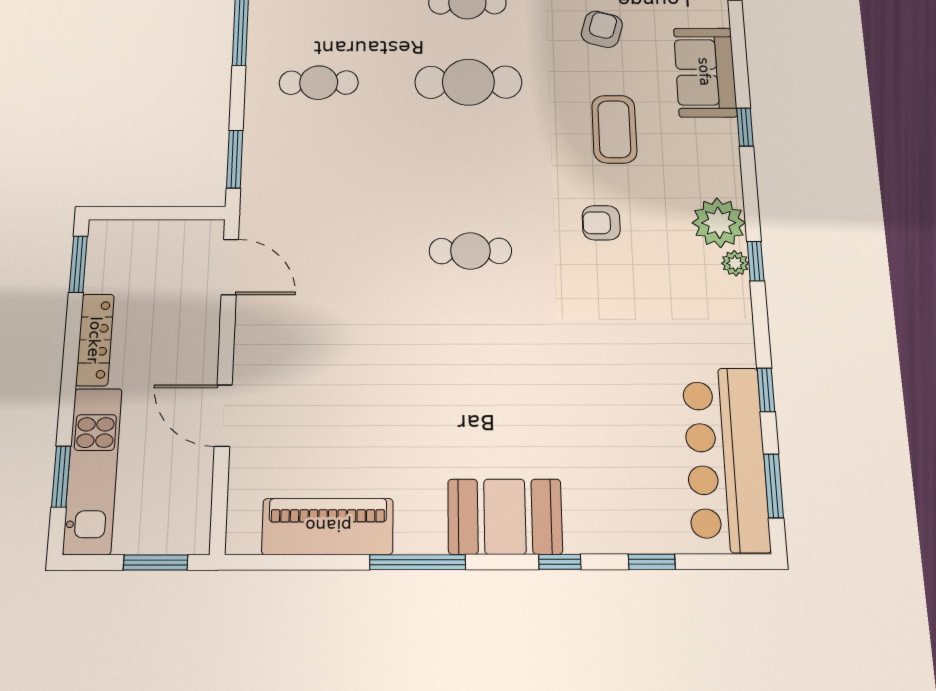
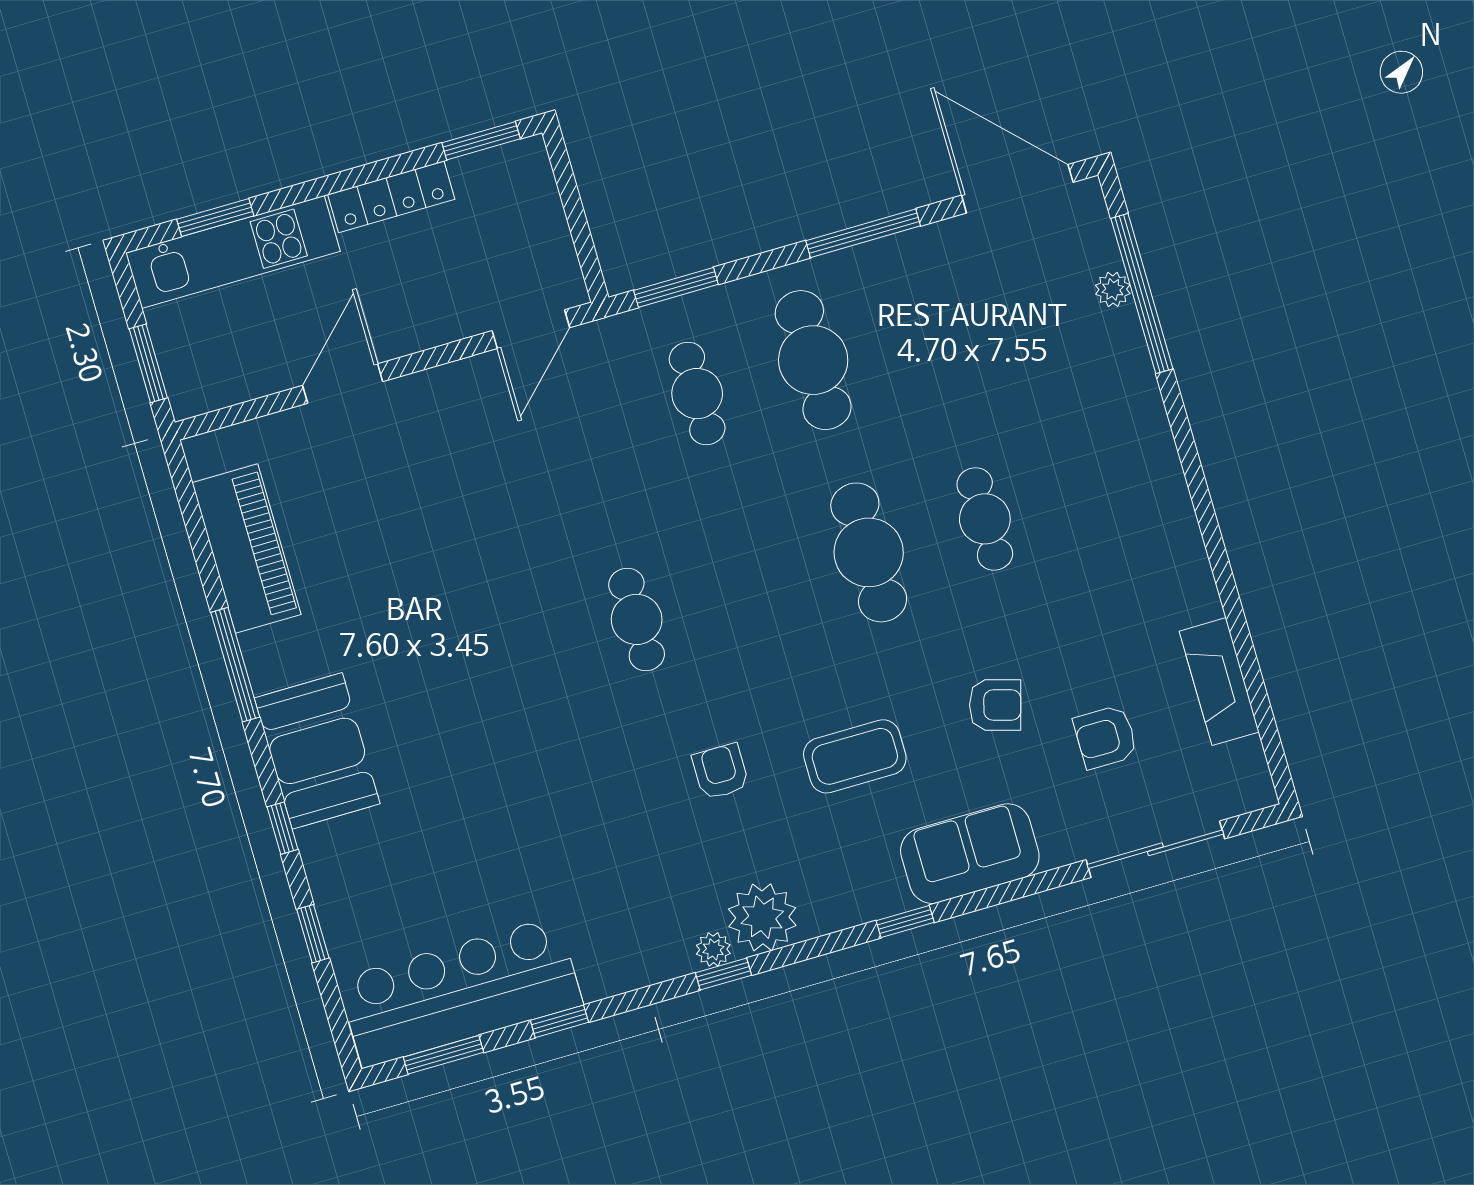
cafe table: (319, 83) -> (813, 360), width x1.37, depth x1.35
cafe table: (317, 165) -> (697, 394), added

